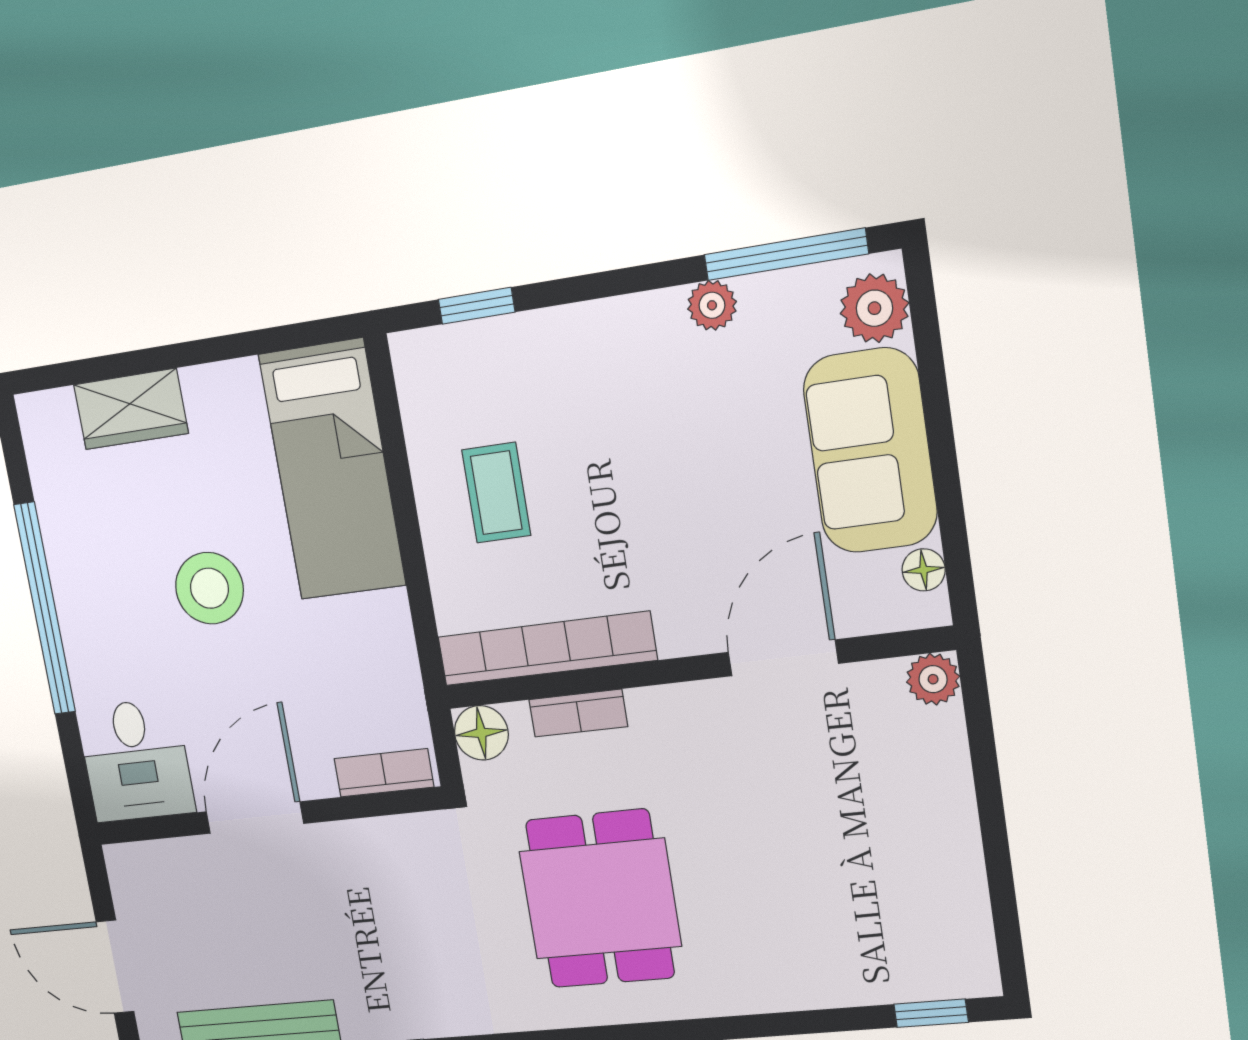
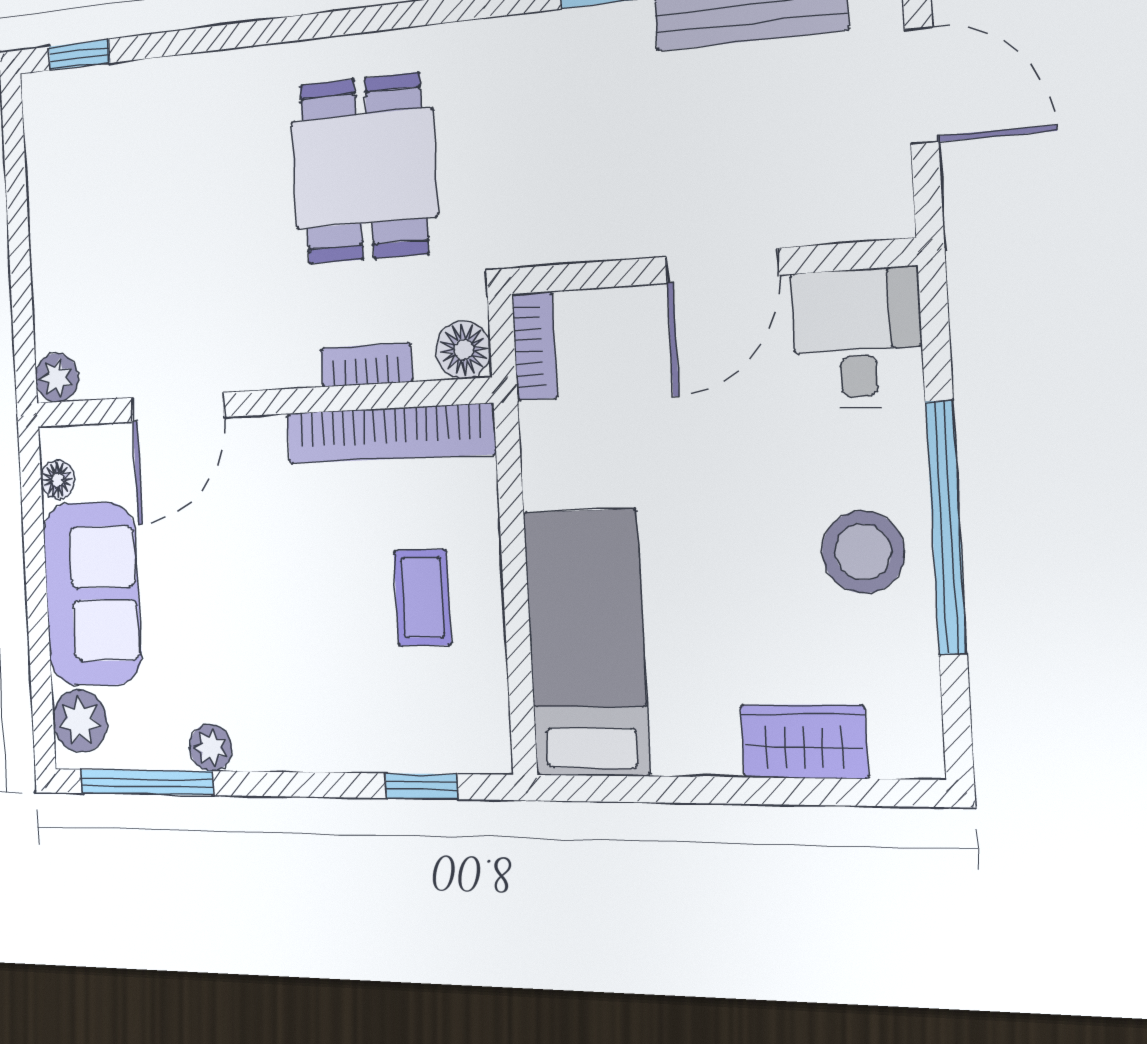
stool: (209, 588) -> (863, 552), moved
bookcase: (384, 773) -> (535, 346), moved, turned -90

